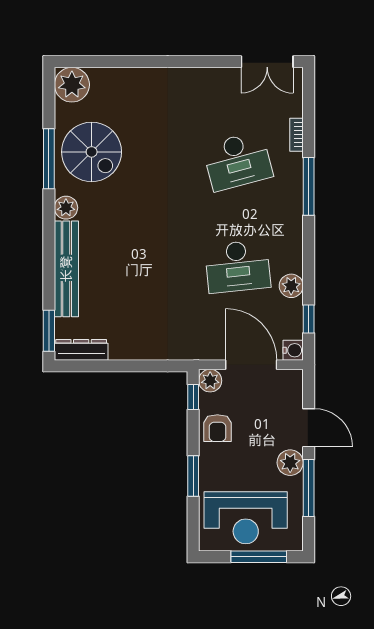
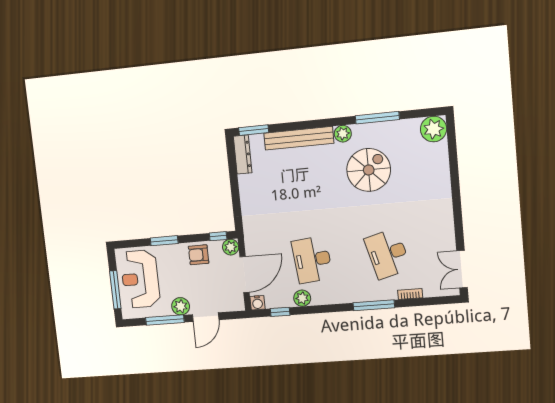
spiral stairs: (92, 152) -> (369, 170), moved, turned 180

